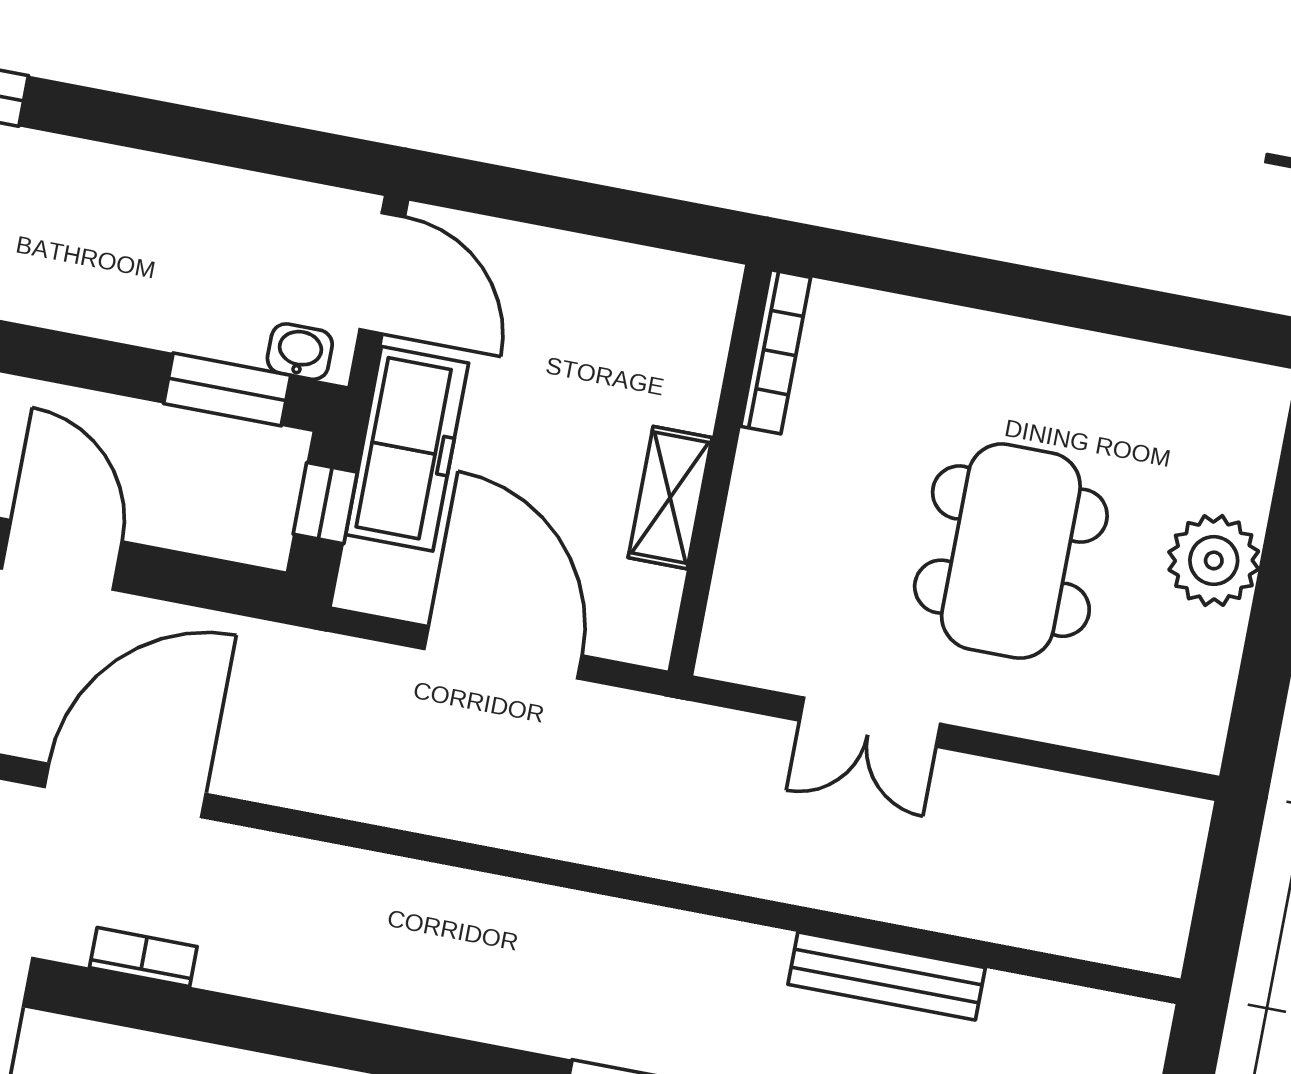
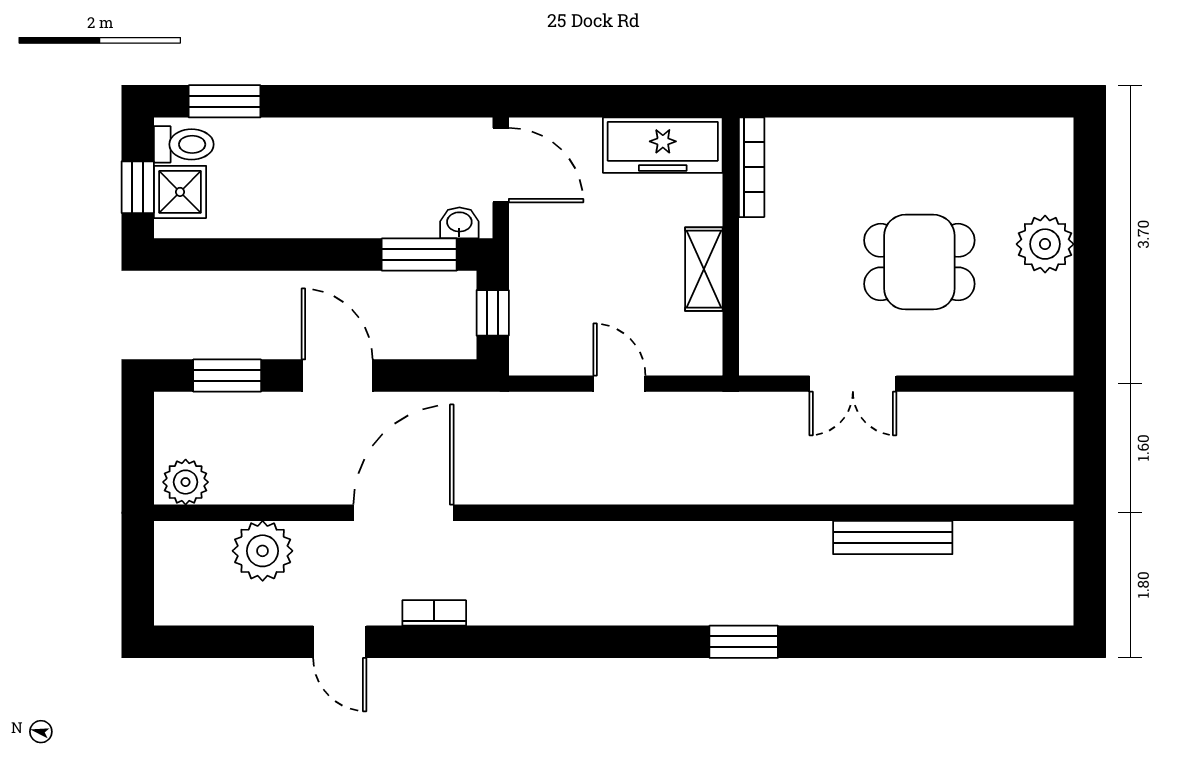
freezer: (407, 449) -> (663, 145), moved, turned 90
dining table: (1011, 551) -> (919, 262), width x0.73
door: (503, 652) -> (619, 384), width x0.53

